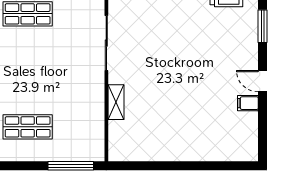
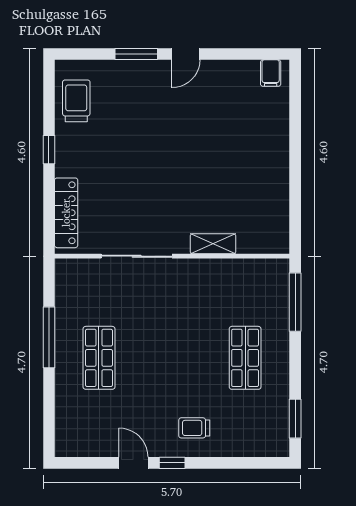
window: (263, 26) -> (136, 54), moved
filing cabinet: (248, 103) -> (271, 73), moved

